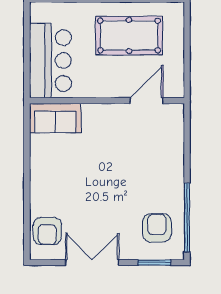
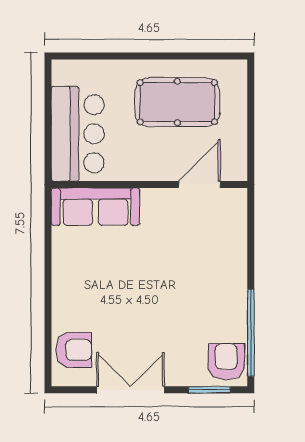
sofa: (55, 118) -> (95, 207), width x1.36
armchair: (157, 228) -> (226, 361), moved
armchair: (47, 231) -> (74, 350), turned -90

